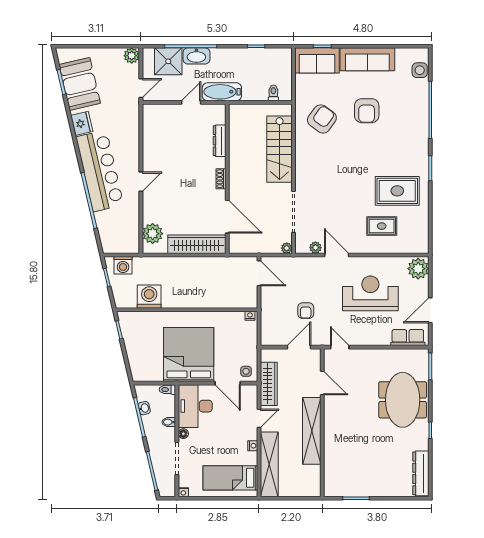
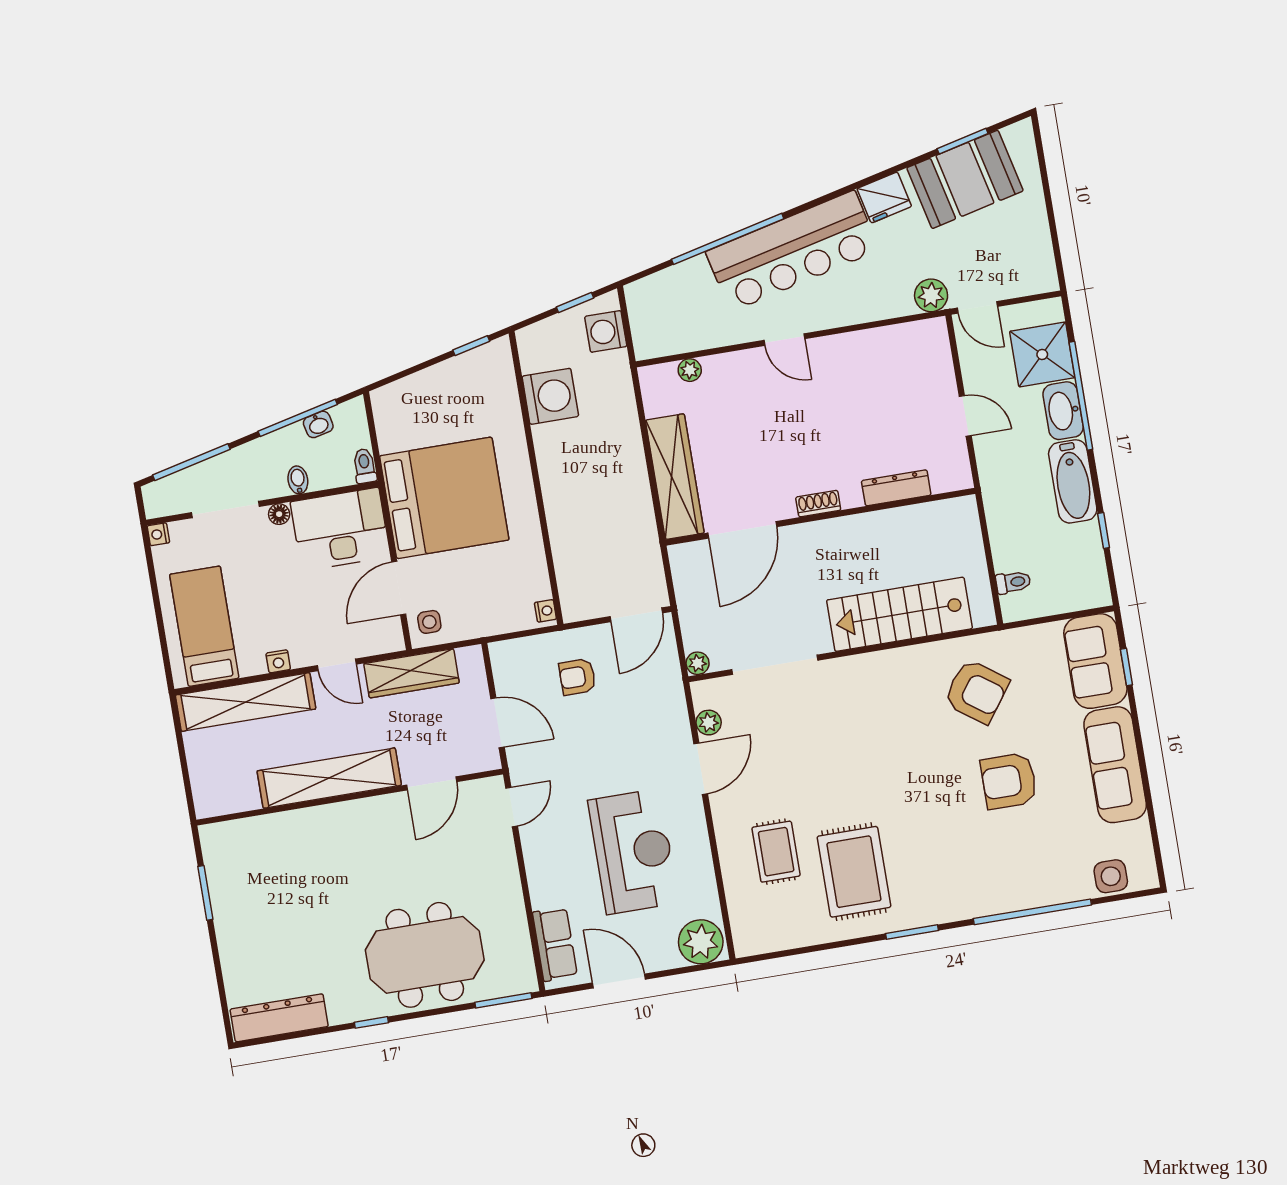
plant: (132, 56) -> (931, 295), moved
bathtub: (222, 92) -> (1073, 481), moved, turned 180
plant: (153, 234) -> (690, 370), width x0.53, depth x0.53
armchair: (306, 311) -> (577, 677), moved

